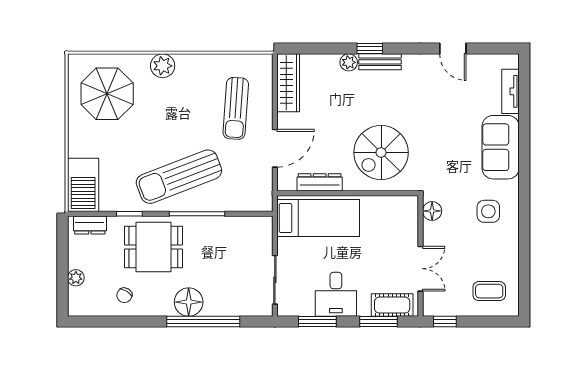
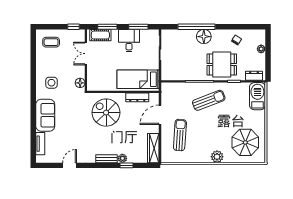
window: (370, 49) -> (126, 165), moved
door: (453, 49) -> (70, 165), hinge flipped
spiral stairs: (381, 153) -> (106, 113), turned -90
sun lounger: (179, 177) -> (209, 100), width x0.73, depth x0.75

